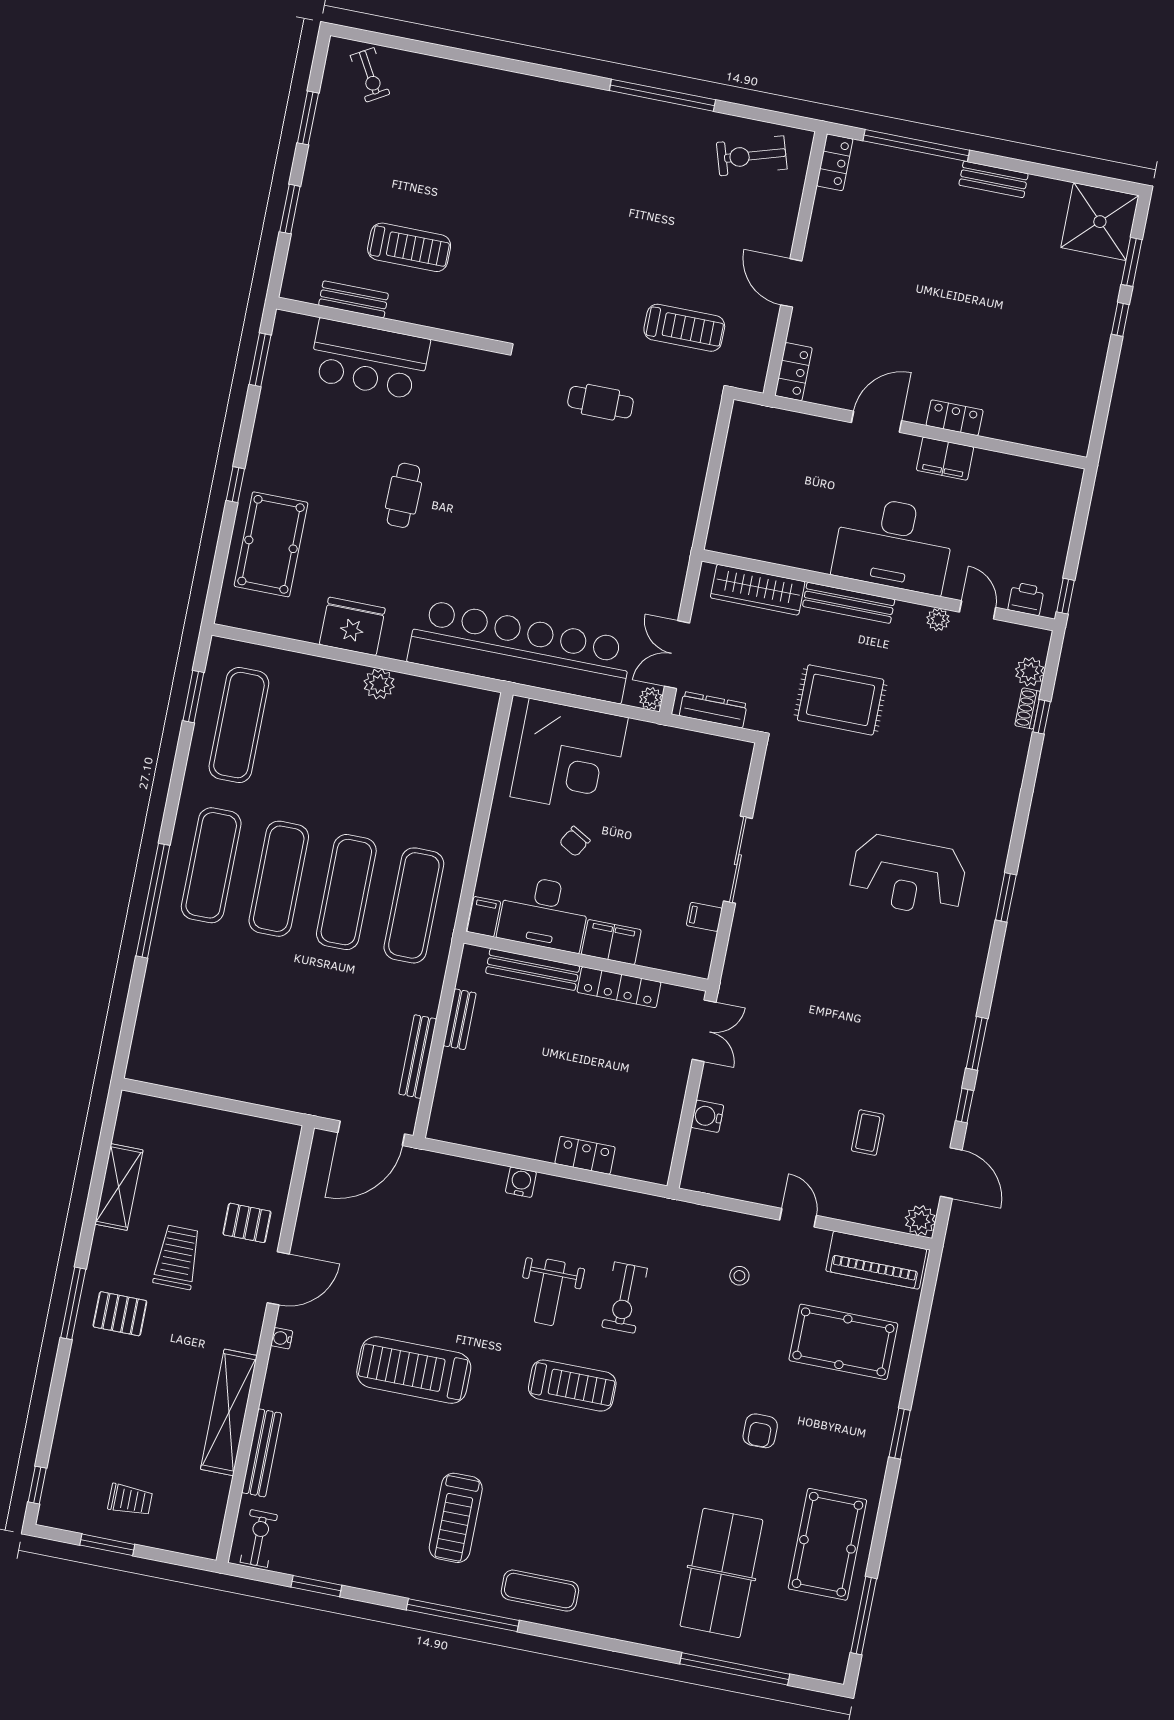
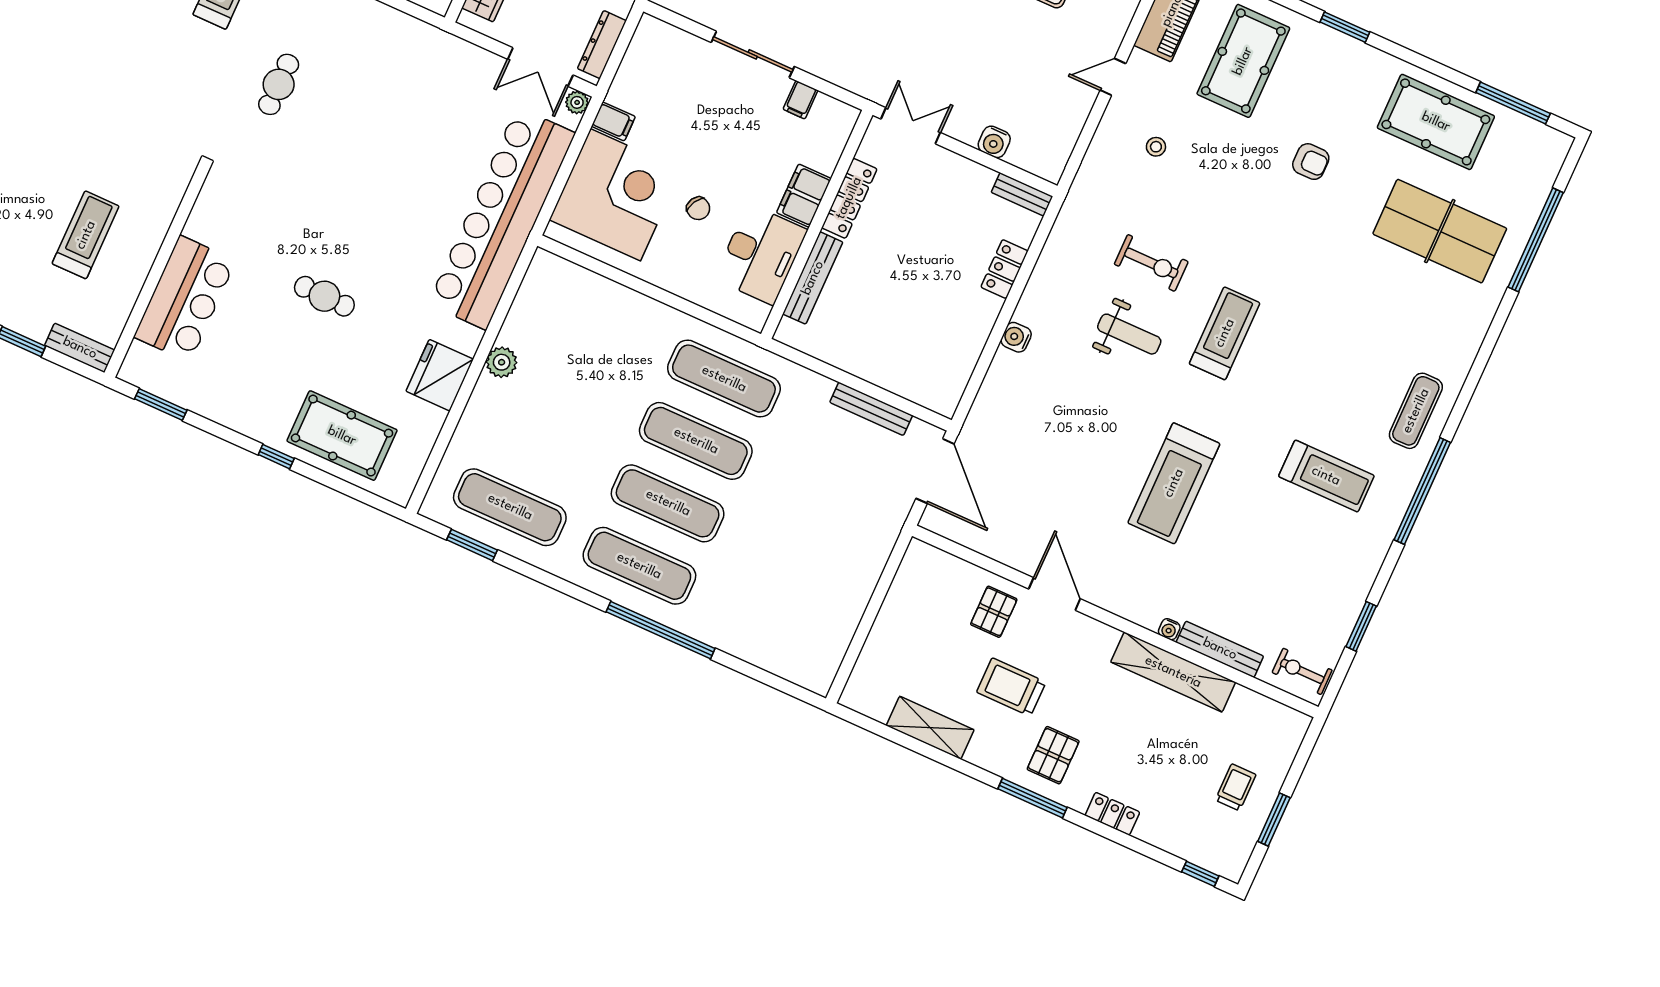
bench: (354, 299) -> (80, 348), moved, turned 90
filing cabinet: (484, 917) -> (613, 121), moved, turned 180
bench: (460, 1019) -> (1022, 194), moved
water cooler: (282, 1338) -> (1169, 629), moved
locker: (76, 1385) -> (1112, 814), added

